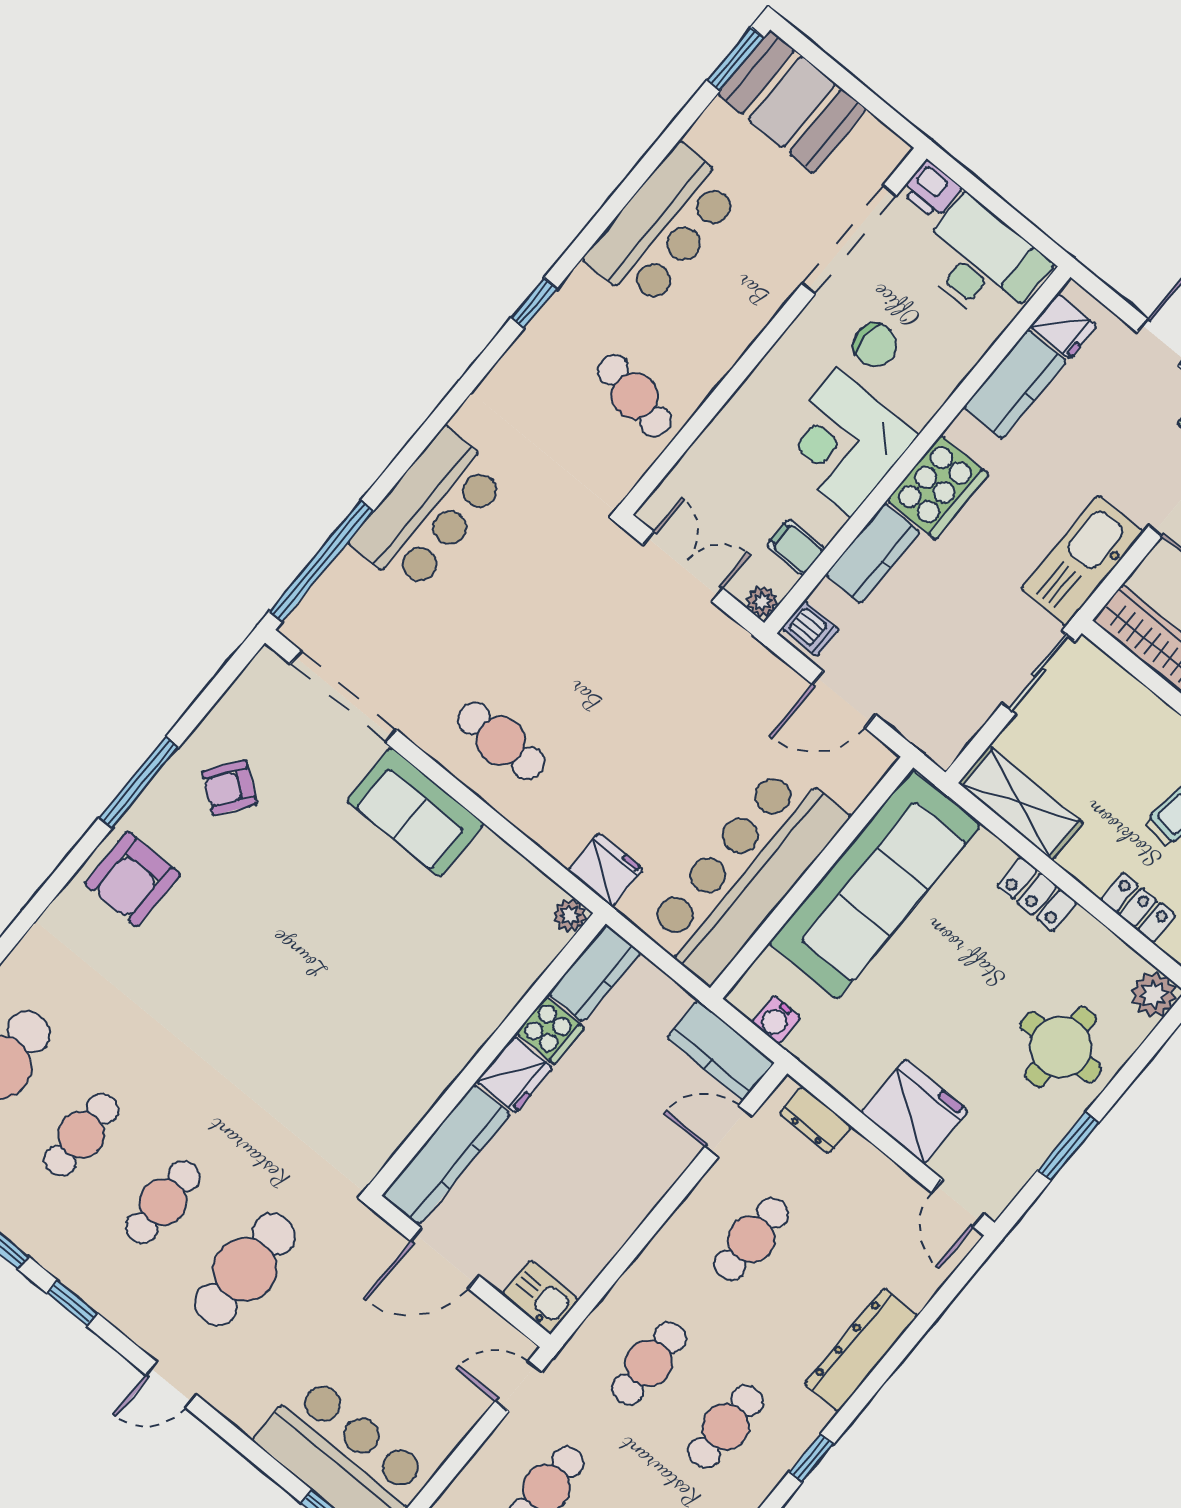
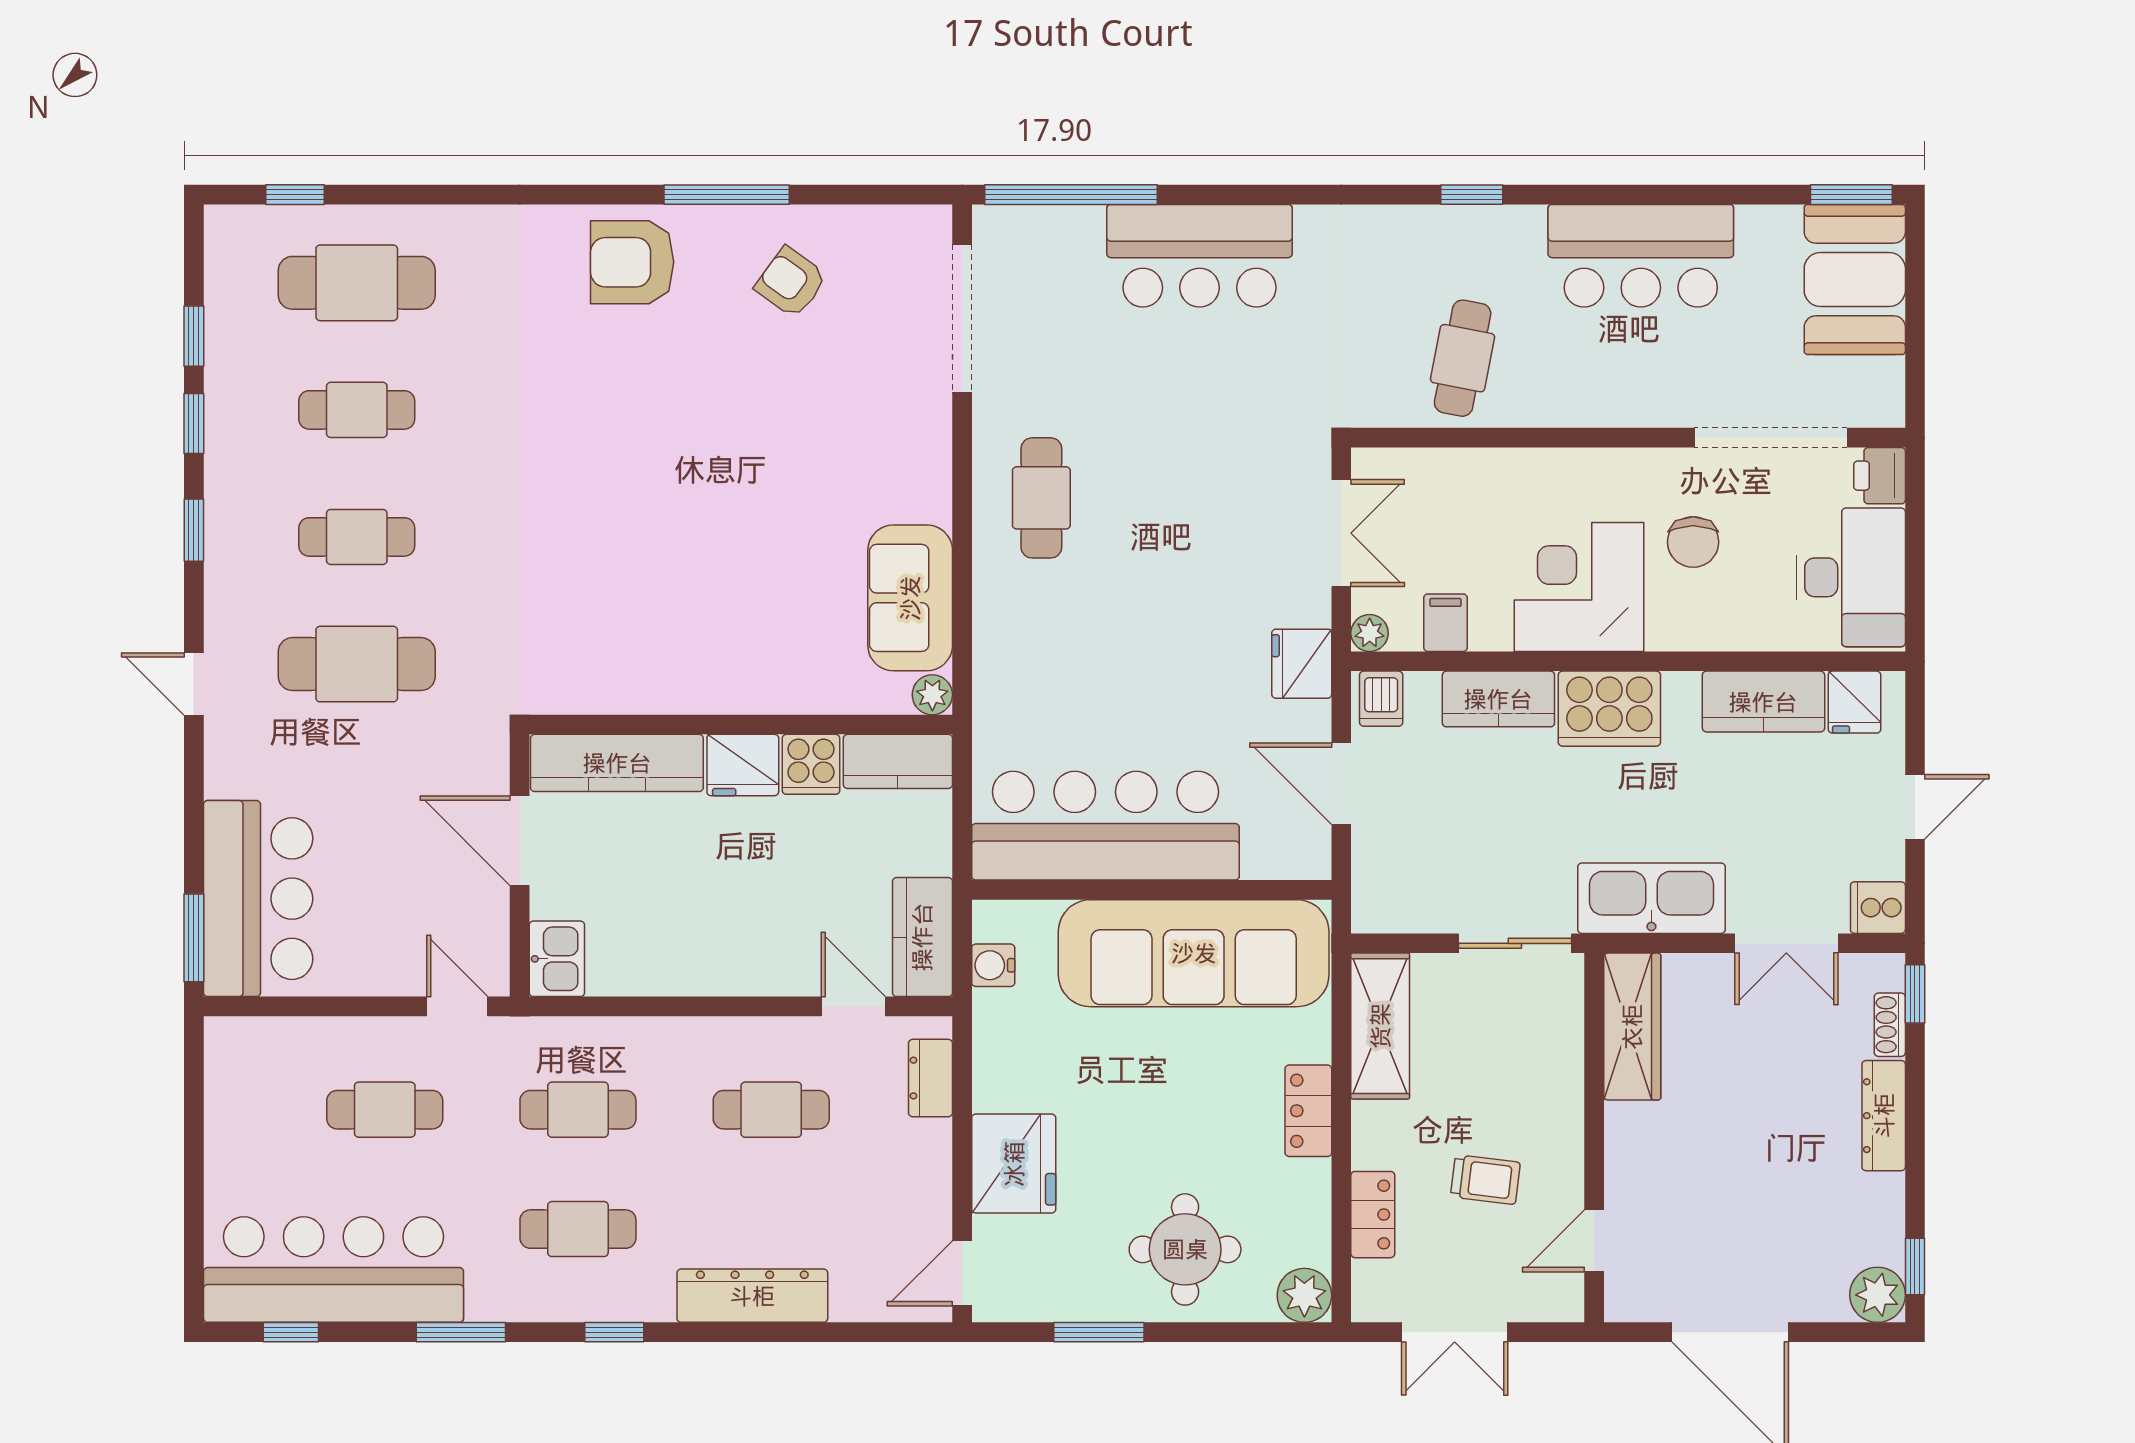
sofa: (415, 812) -> (910, 598), moved
fridge: (605, 870) -> (1302, 664), moved, turned 180

